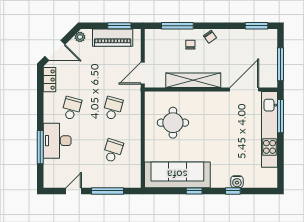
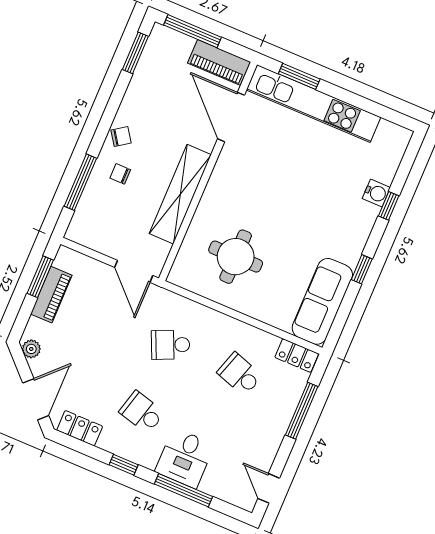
piano: (113, 38) -> (51, 295), width x0.73, depth x0.75
window: (280, 64) -> (193, 31), moved
piano: (270, 71) -> (219, 62), added
school desk: (113, 108) -> (170, 345), turned -39
window: (40, 110) -> (124, 465), added
window: (280, 116) -> (299, 76), width x0.69
desk: (57, 141) -> (185, 458), width x0.73
sofa: (177, 175) -> (322, 301), width x0.74, depth x0.79
locker: (135, 176) -> (297, 355), added
door: (74, 191) -> (269, 488), moved

